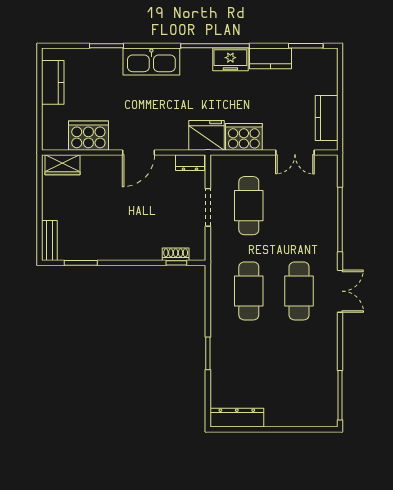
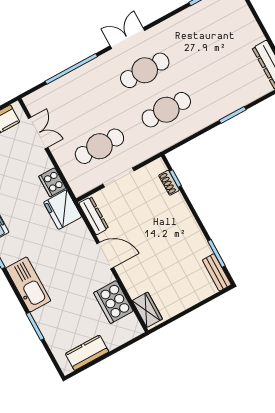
cooker: (244, 137) -> (52, 182), width x0.73, depth x0.76
dresser: (190, 163) -> (94, 216), width x1.44
bench: (49, 241) -> (217, 272), moved, turned 90

